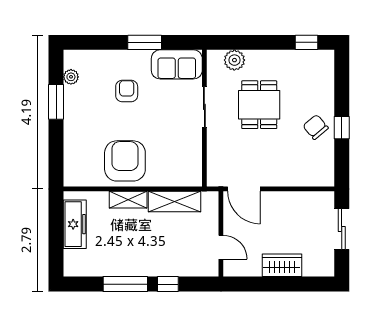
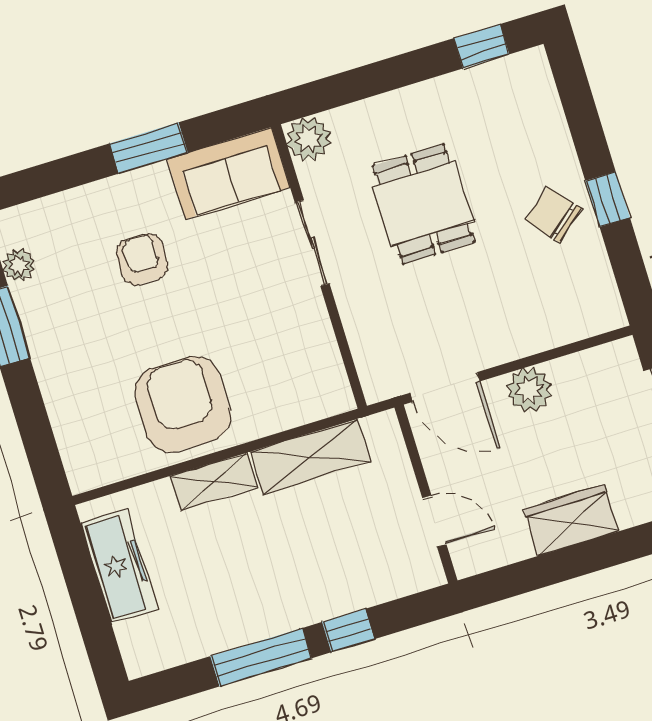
plant: (234, 60) -> (308, 139), moved
plant: (281, 202) -> (529, 390), added

